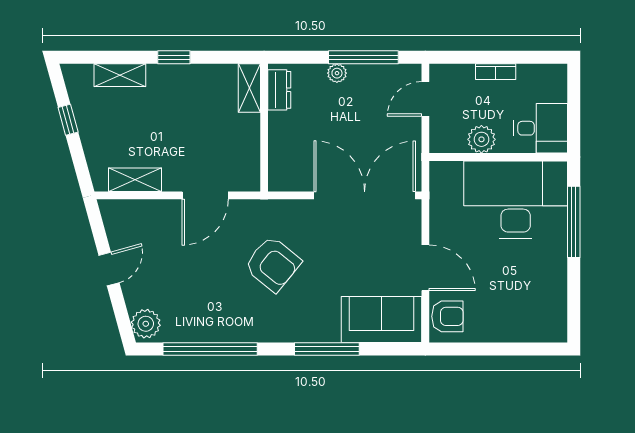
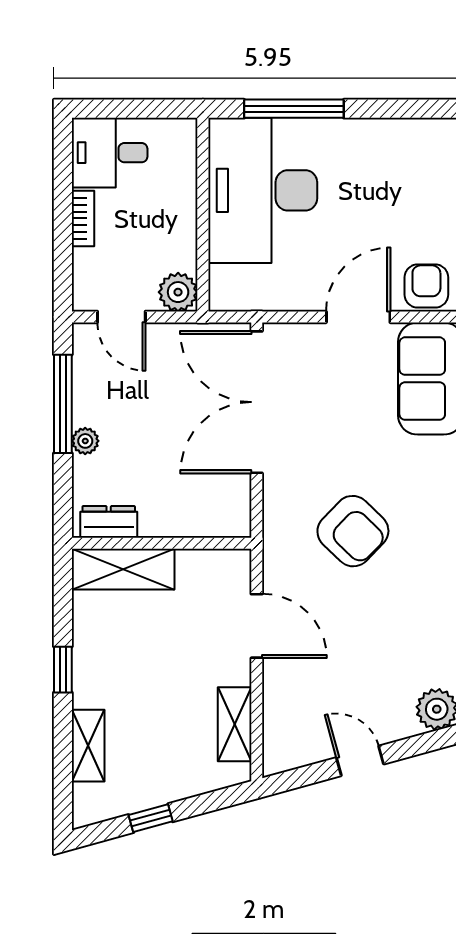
shelving: (249, 88) -> (123, 569), width x1.50, depth x1.33
desk: (541, 128) -> (110, 153), moved, turned -90
plant: (481, 139) -> (178, 292), moved
armchair: (273, 264) -> (353, 531), turned 95

